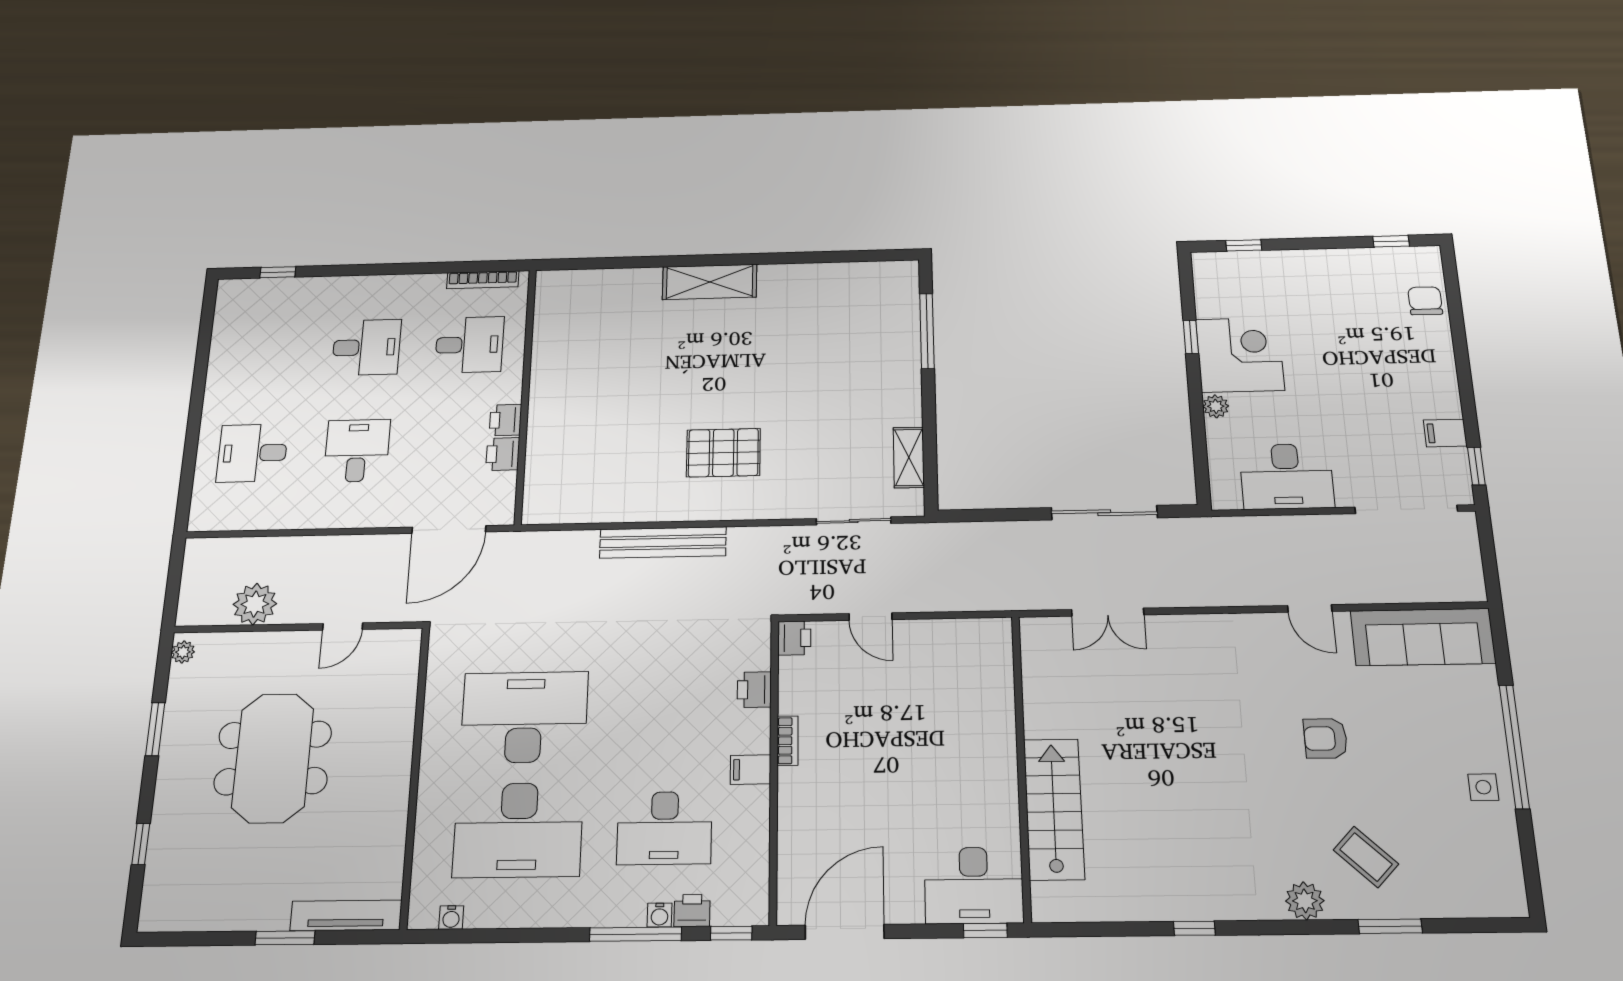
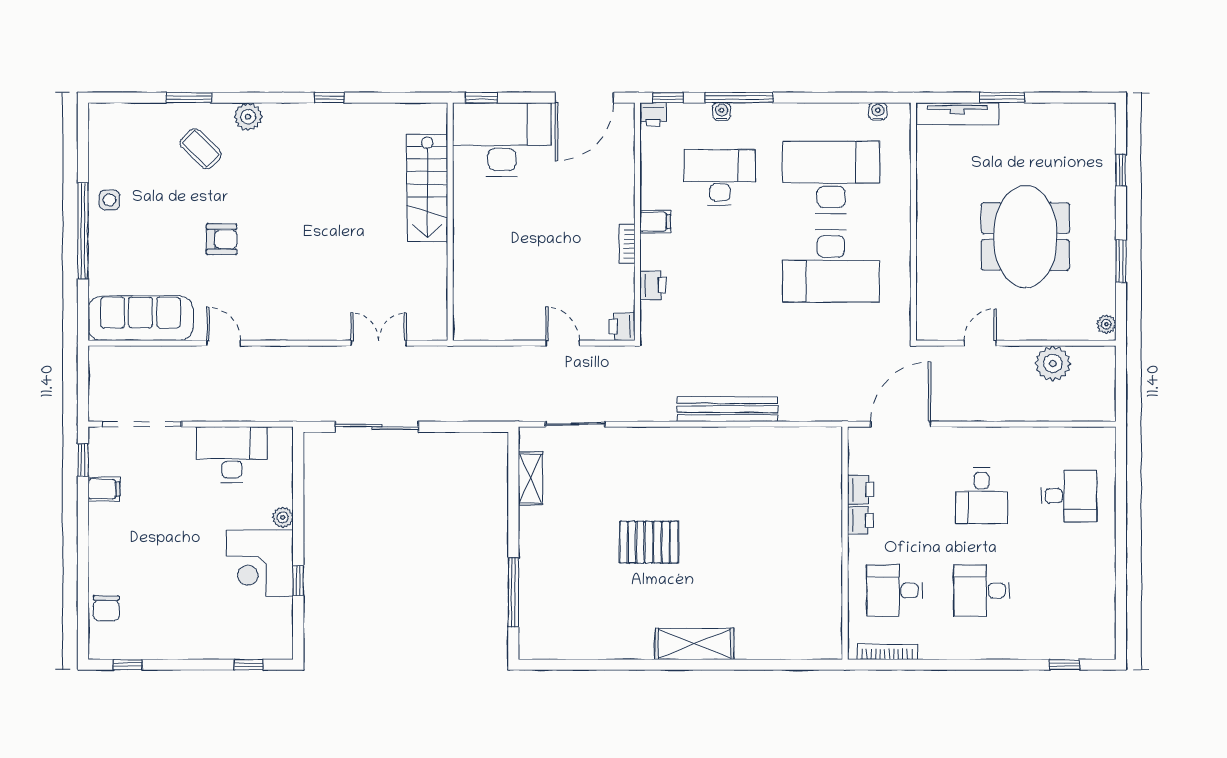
pallet: (723, 453) -> (649, 542), moved
desk: (974, 885) -> (502, 140), width x1.36, depth x1.30
printer: (692, 911) -> (653, 115), moved

